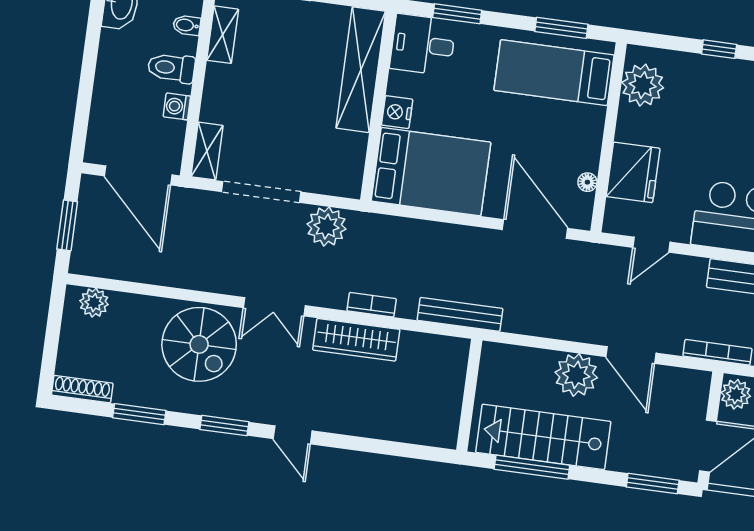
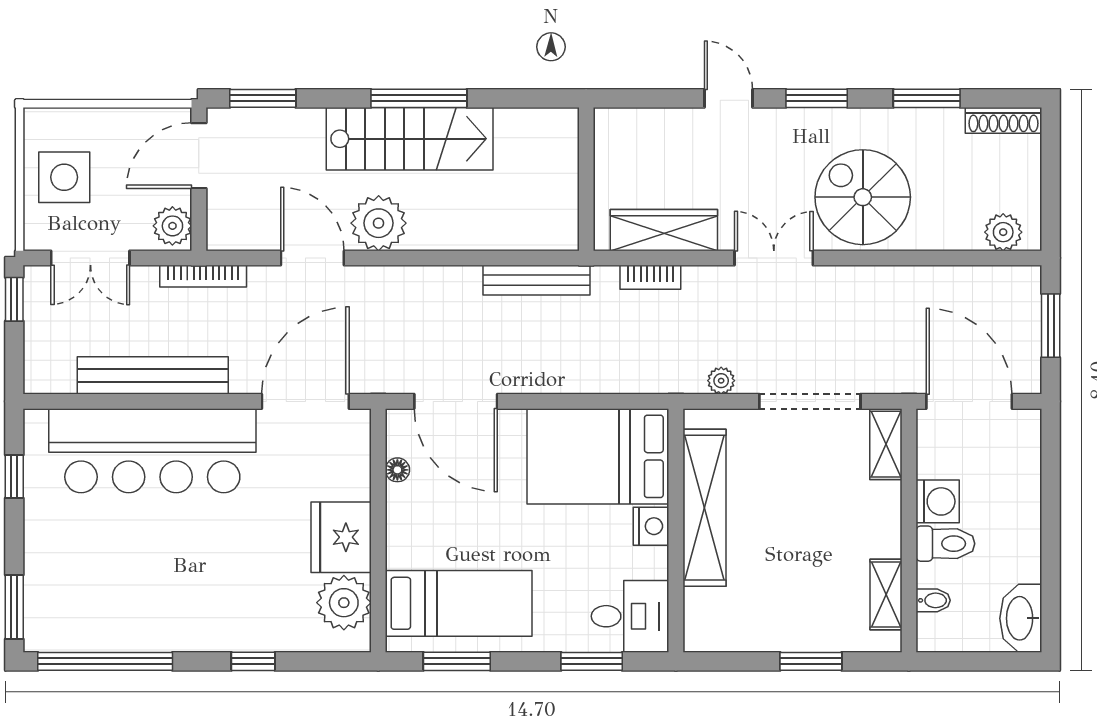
shelving: (361, 70) -> (704, 508), moved
washing machine: (177, 106) -> (938, 501), width x1.38, depth x1.38
fridge: (633, 172) -> (341, 537), moved
plant: (327, 226) -> (721, 381), width x0.53, depth x0.53
door: (651, 245) -> (305, 401), width x1.87
wall: (469, 395) -> (586, 179), moved

